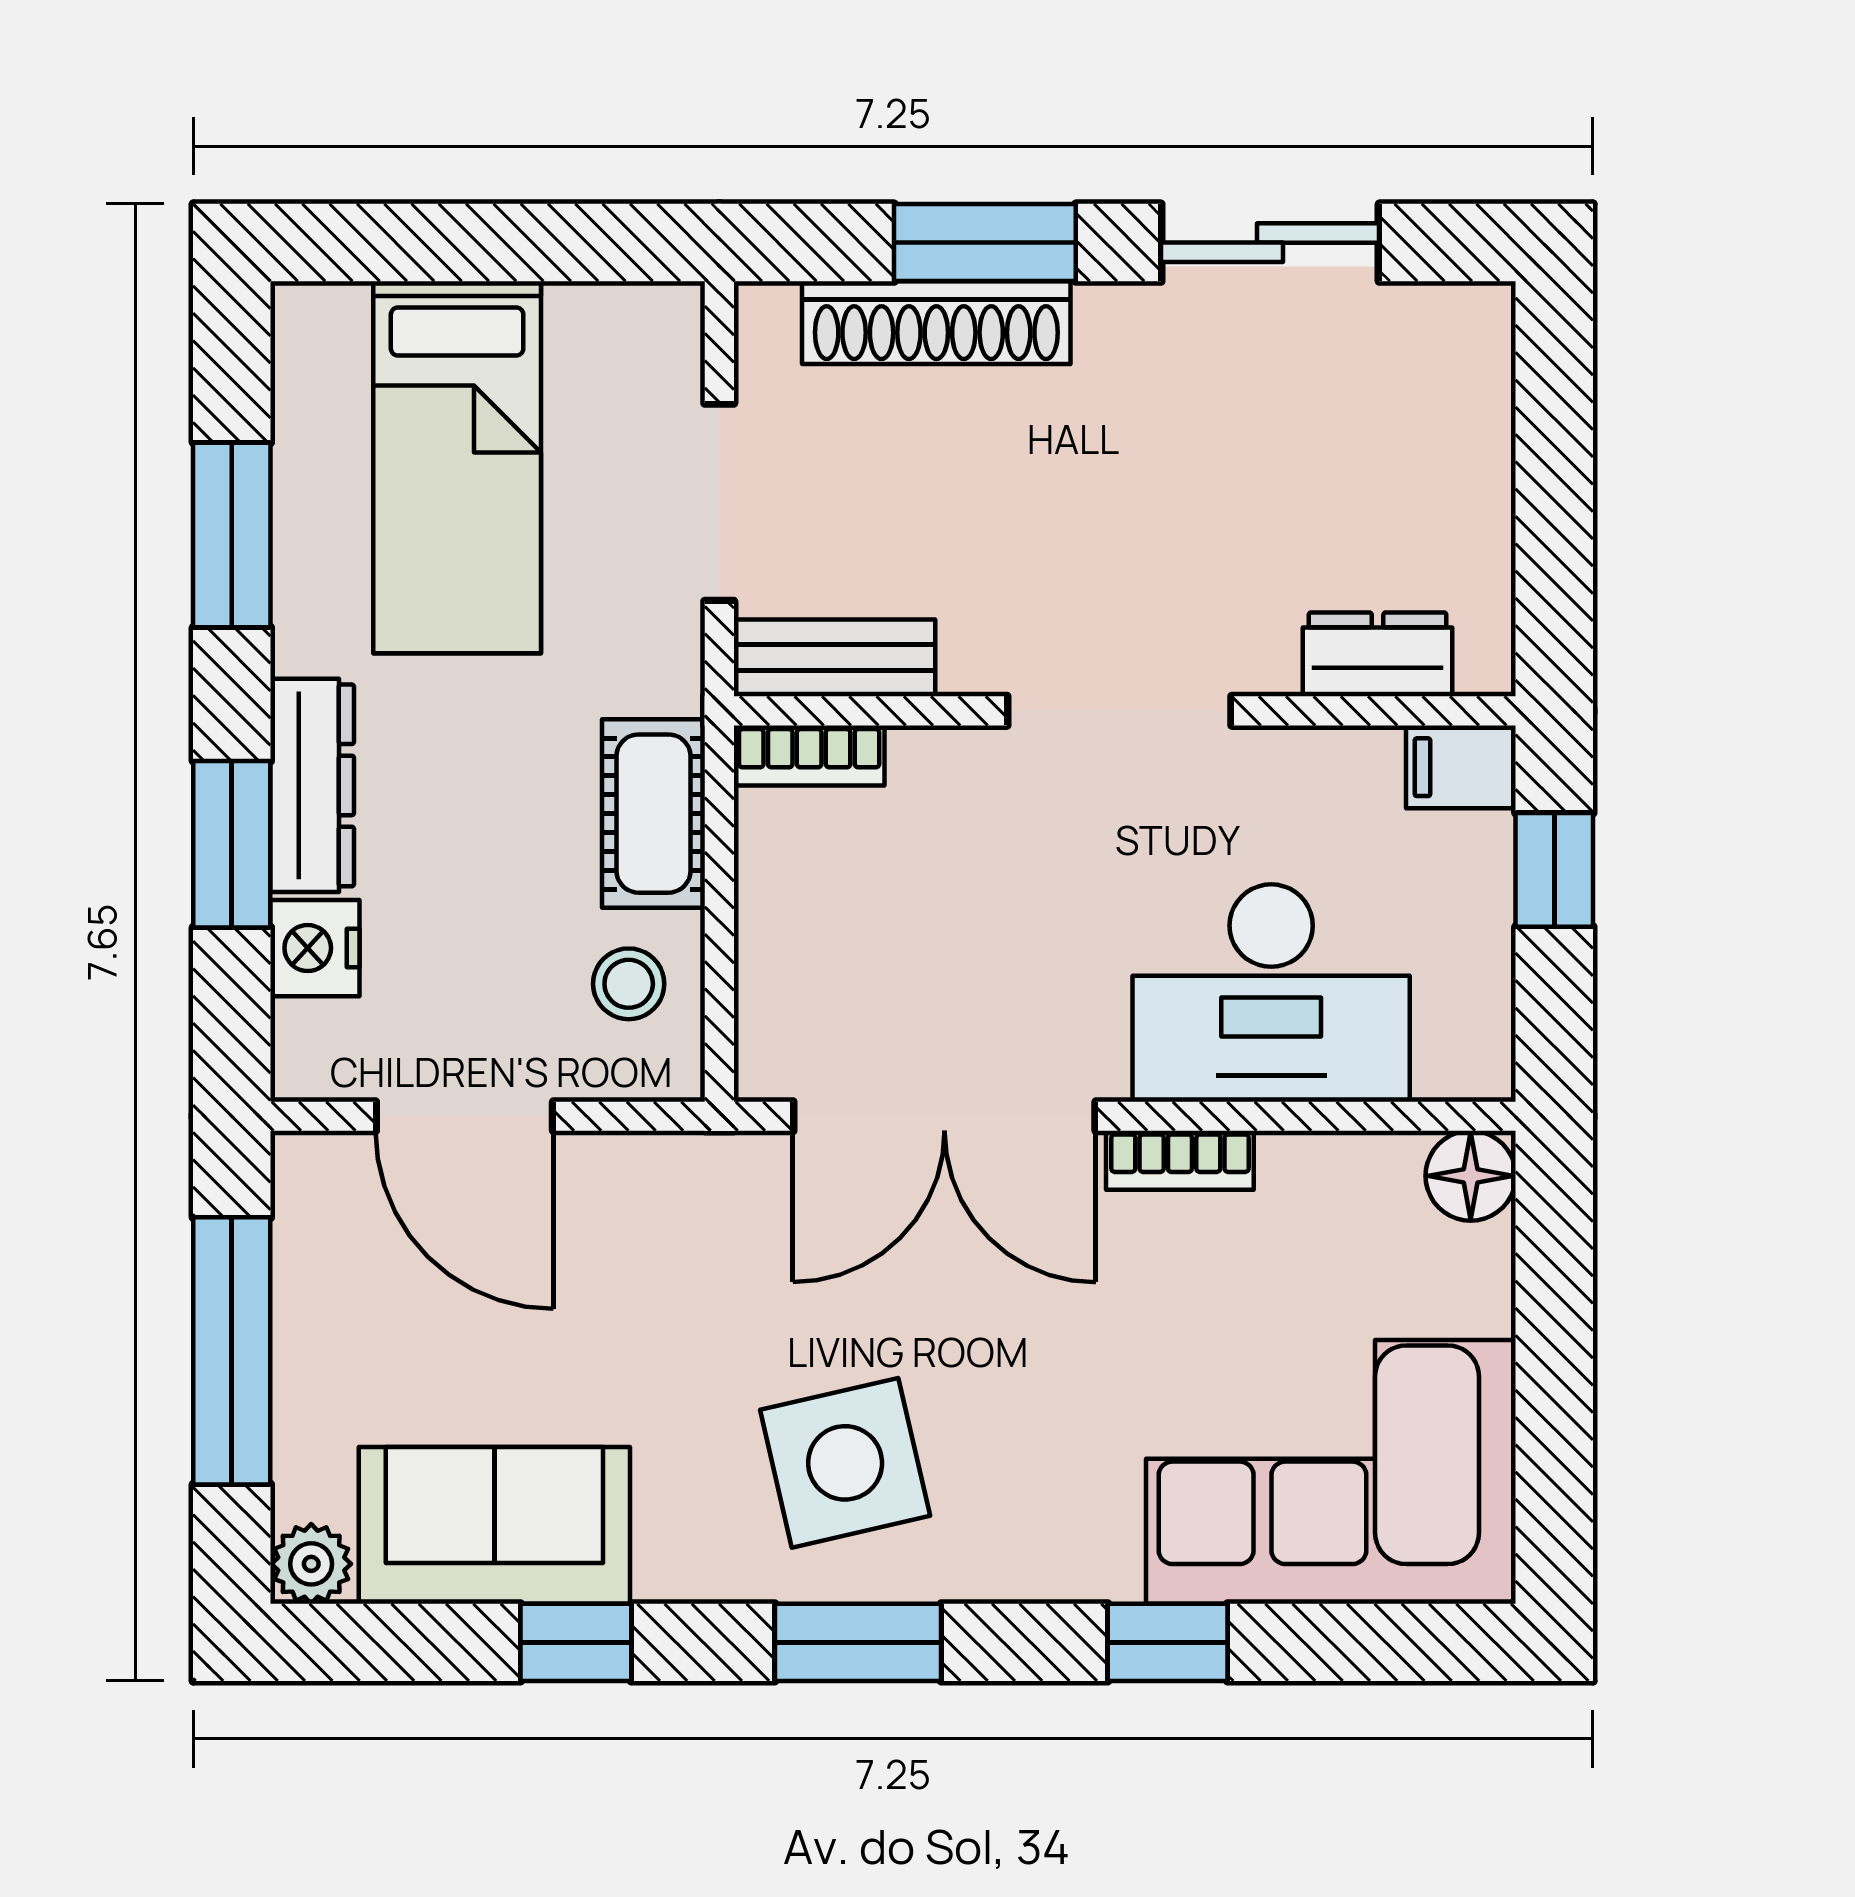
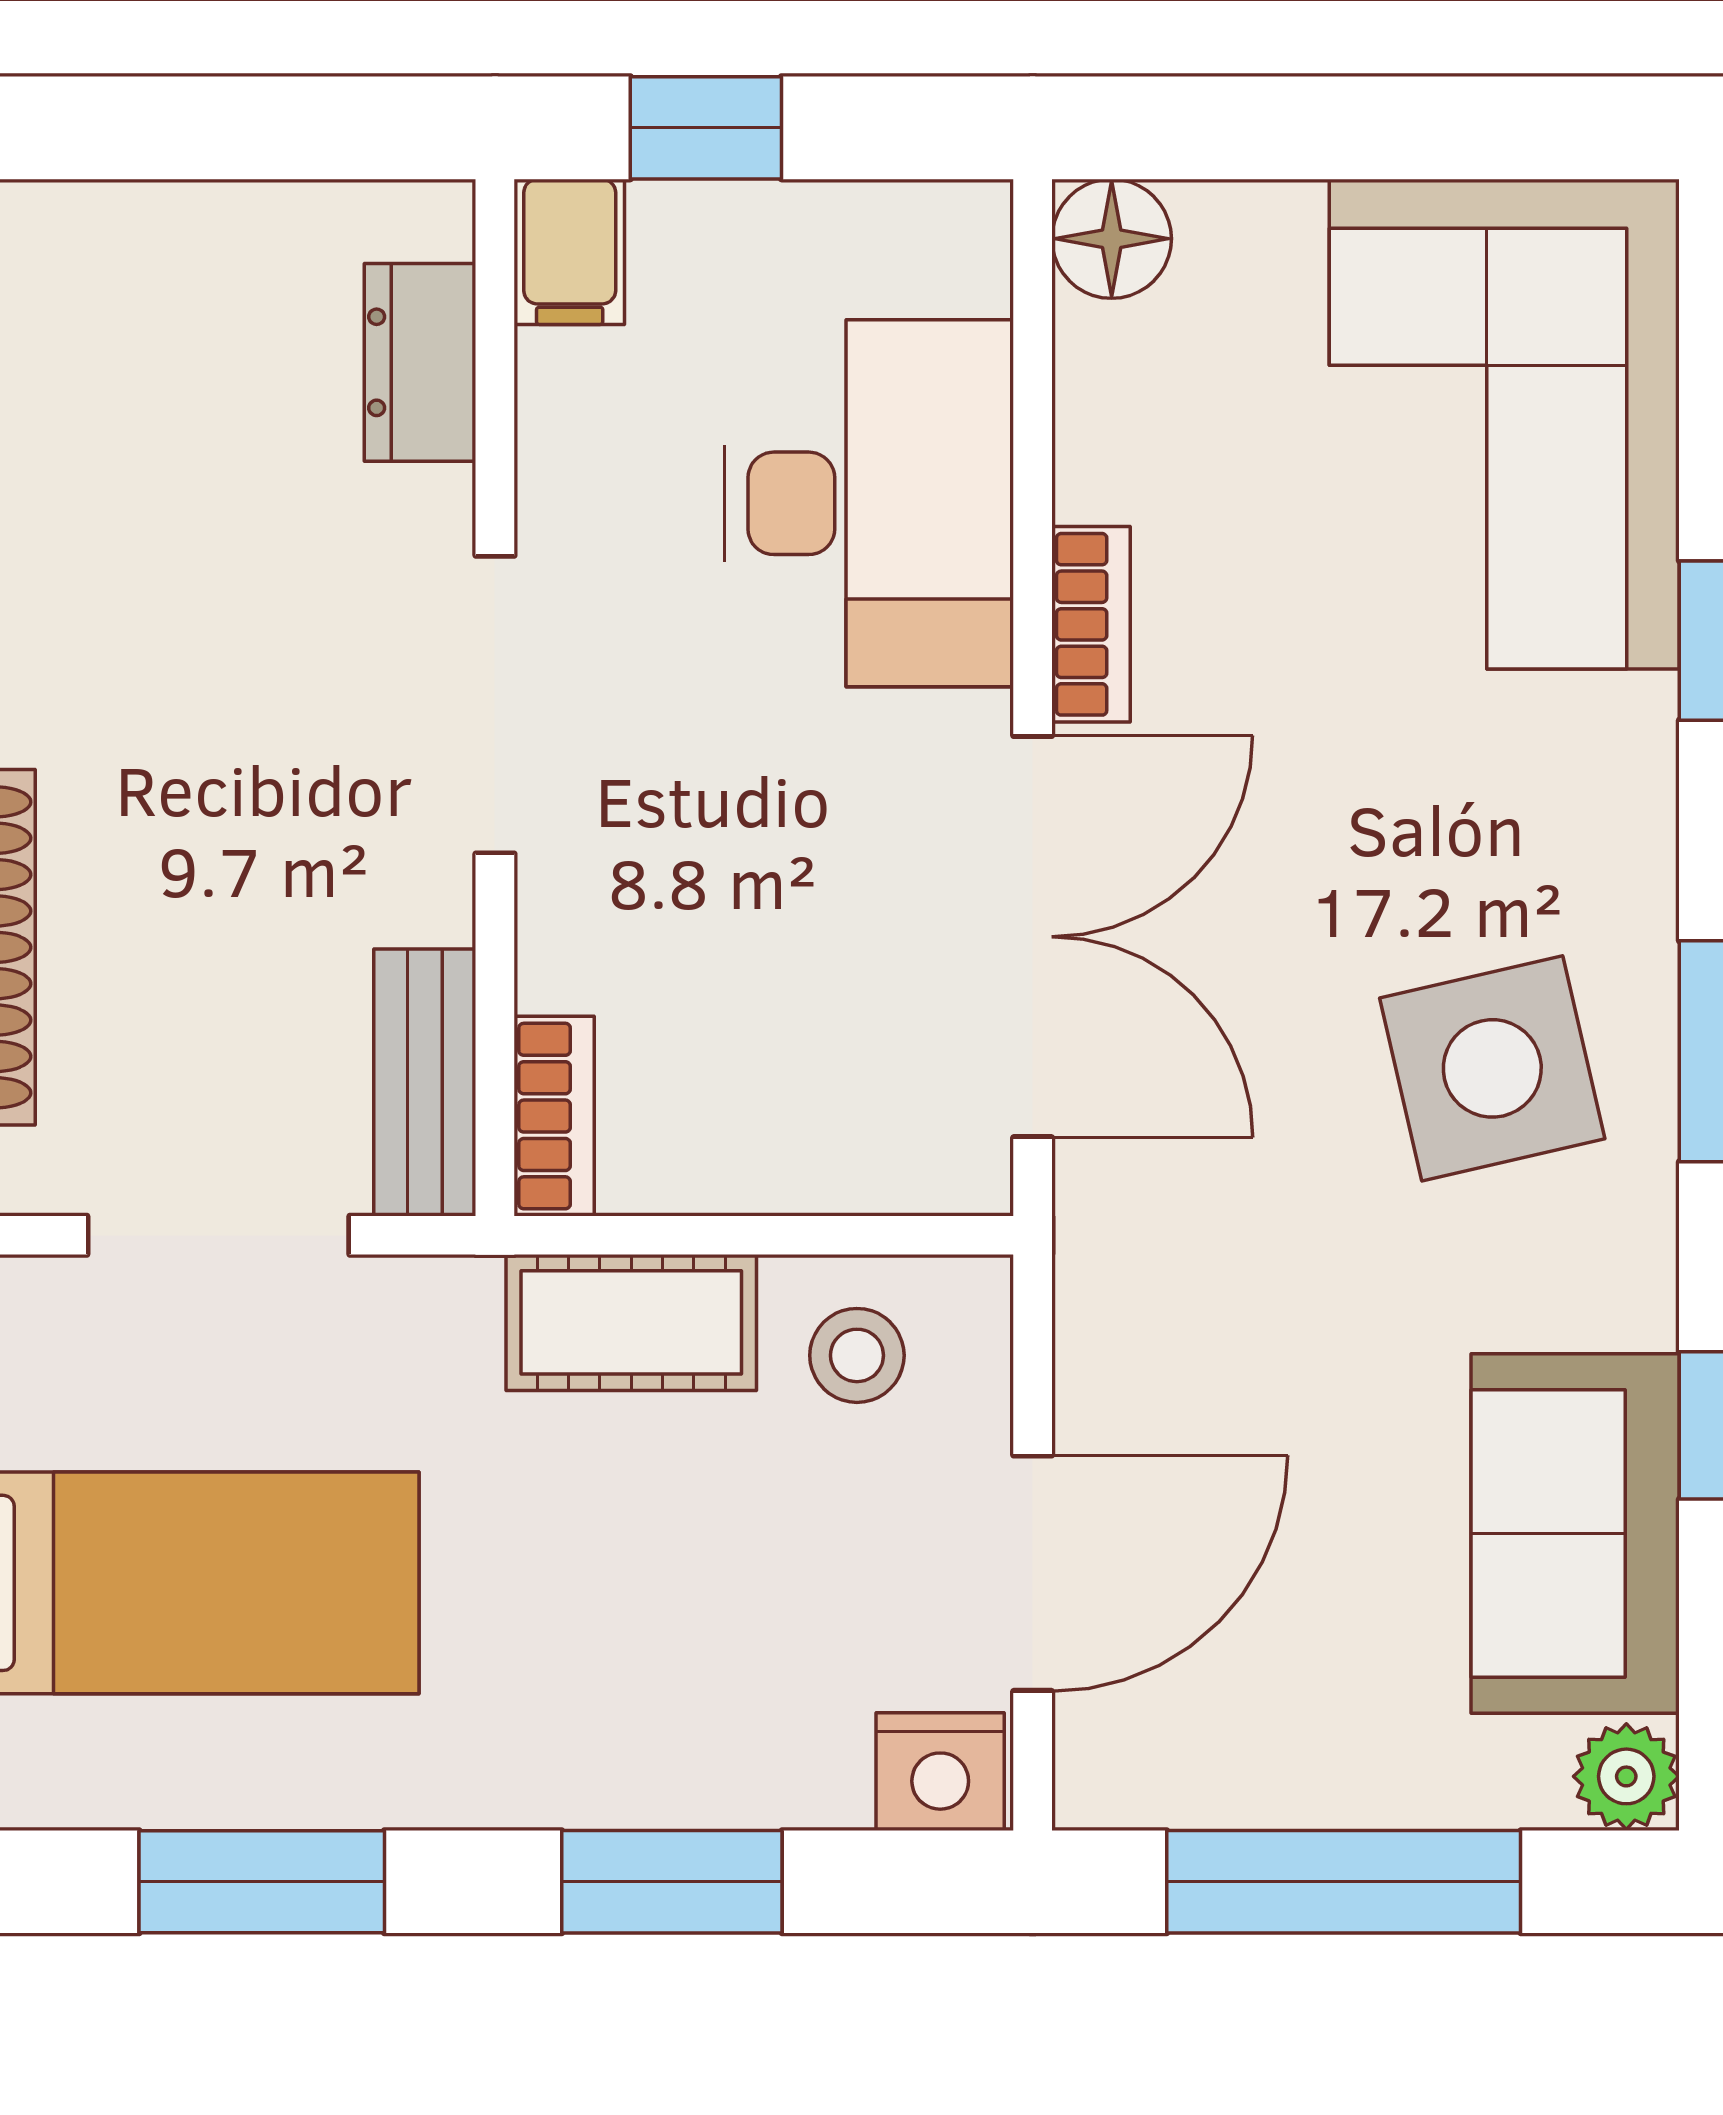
dresser: (312, 785) -> (594, 1775), removed
nightstand: (315, 948) -> (940, 1772), moved

